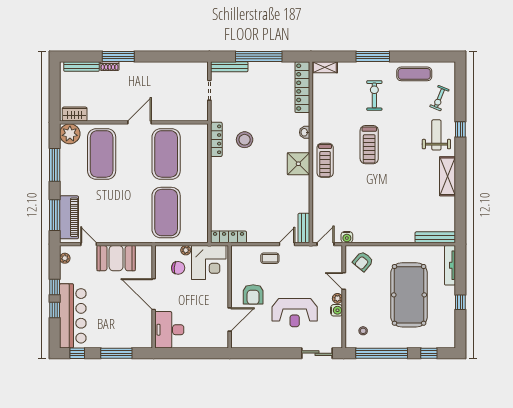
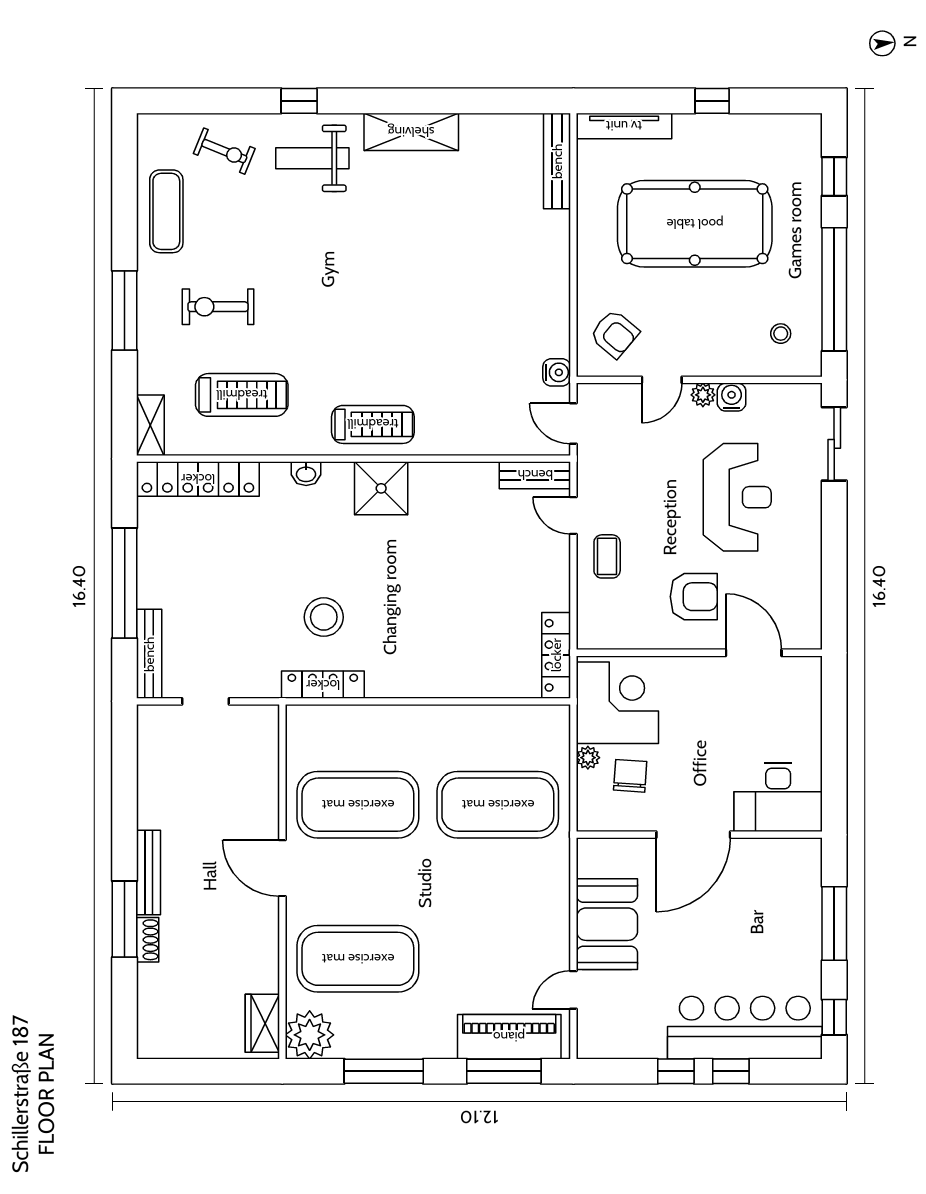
bench: (81, 66) -> (149, 873), moved
treadmill: (369, 145) -> (242, 395), moved
plant: (65, 258) -> (607, 1047), removed

